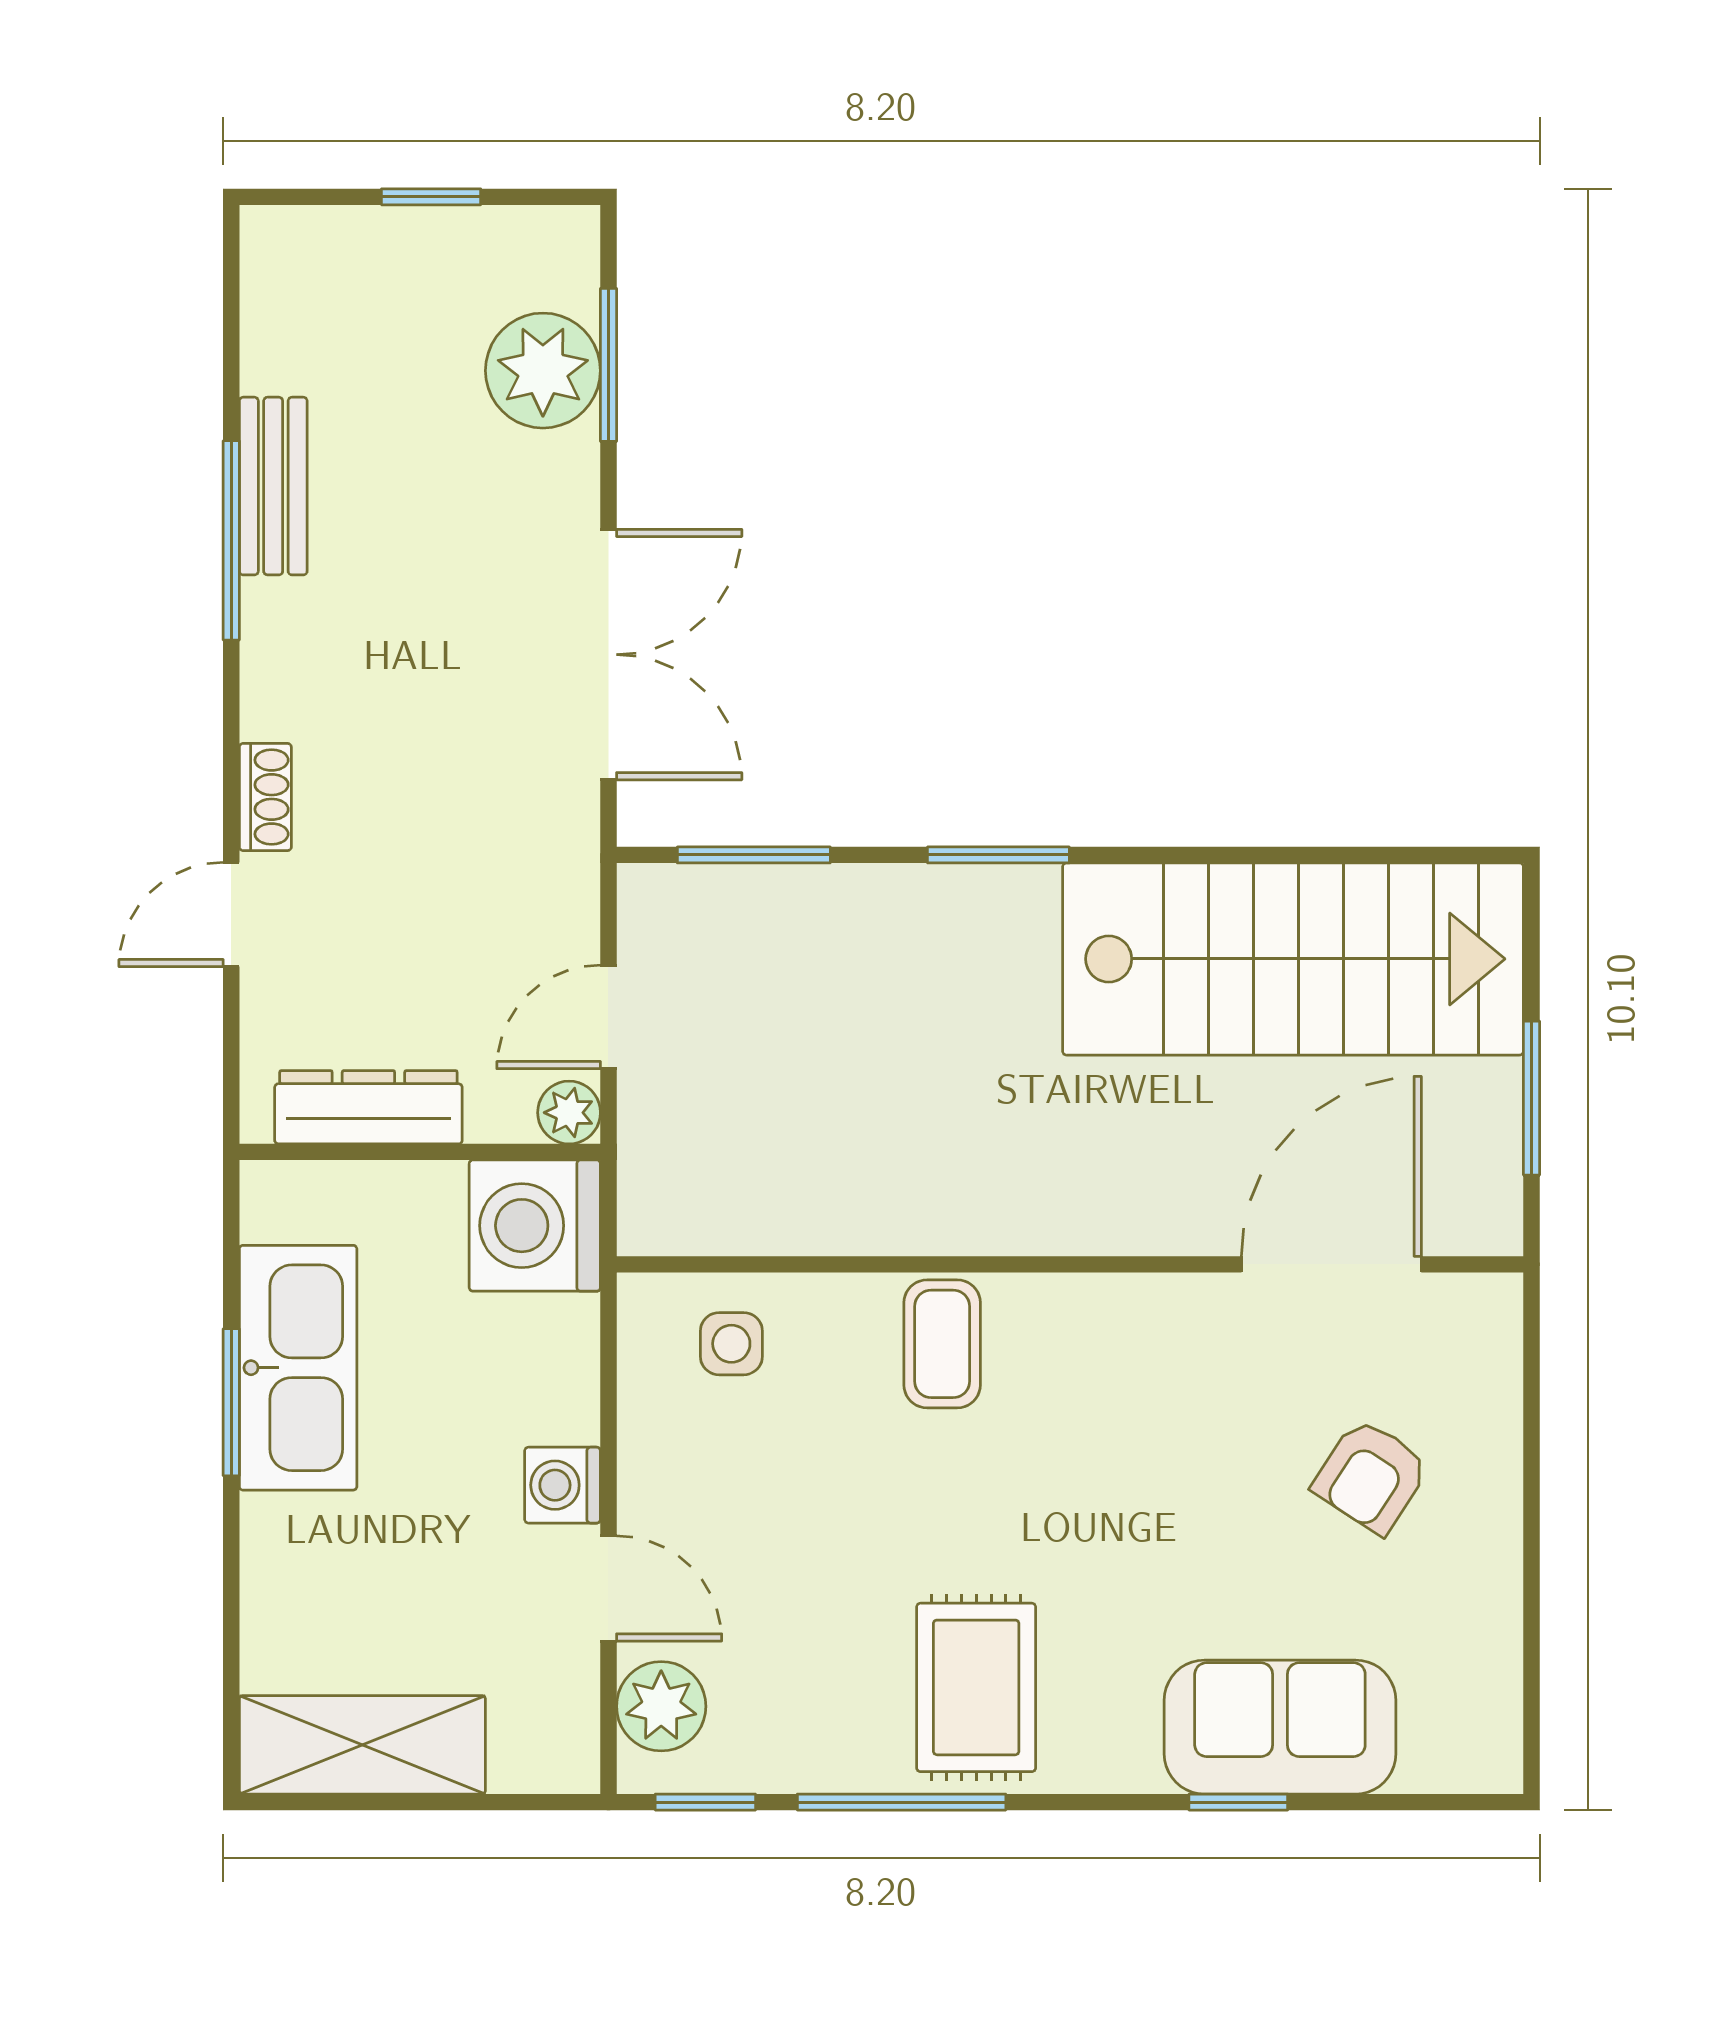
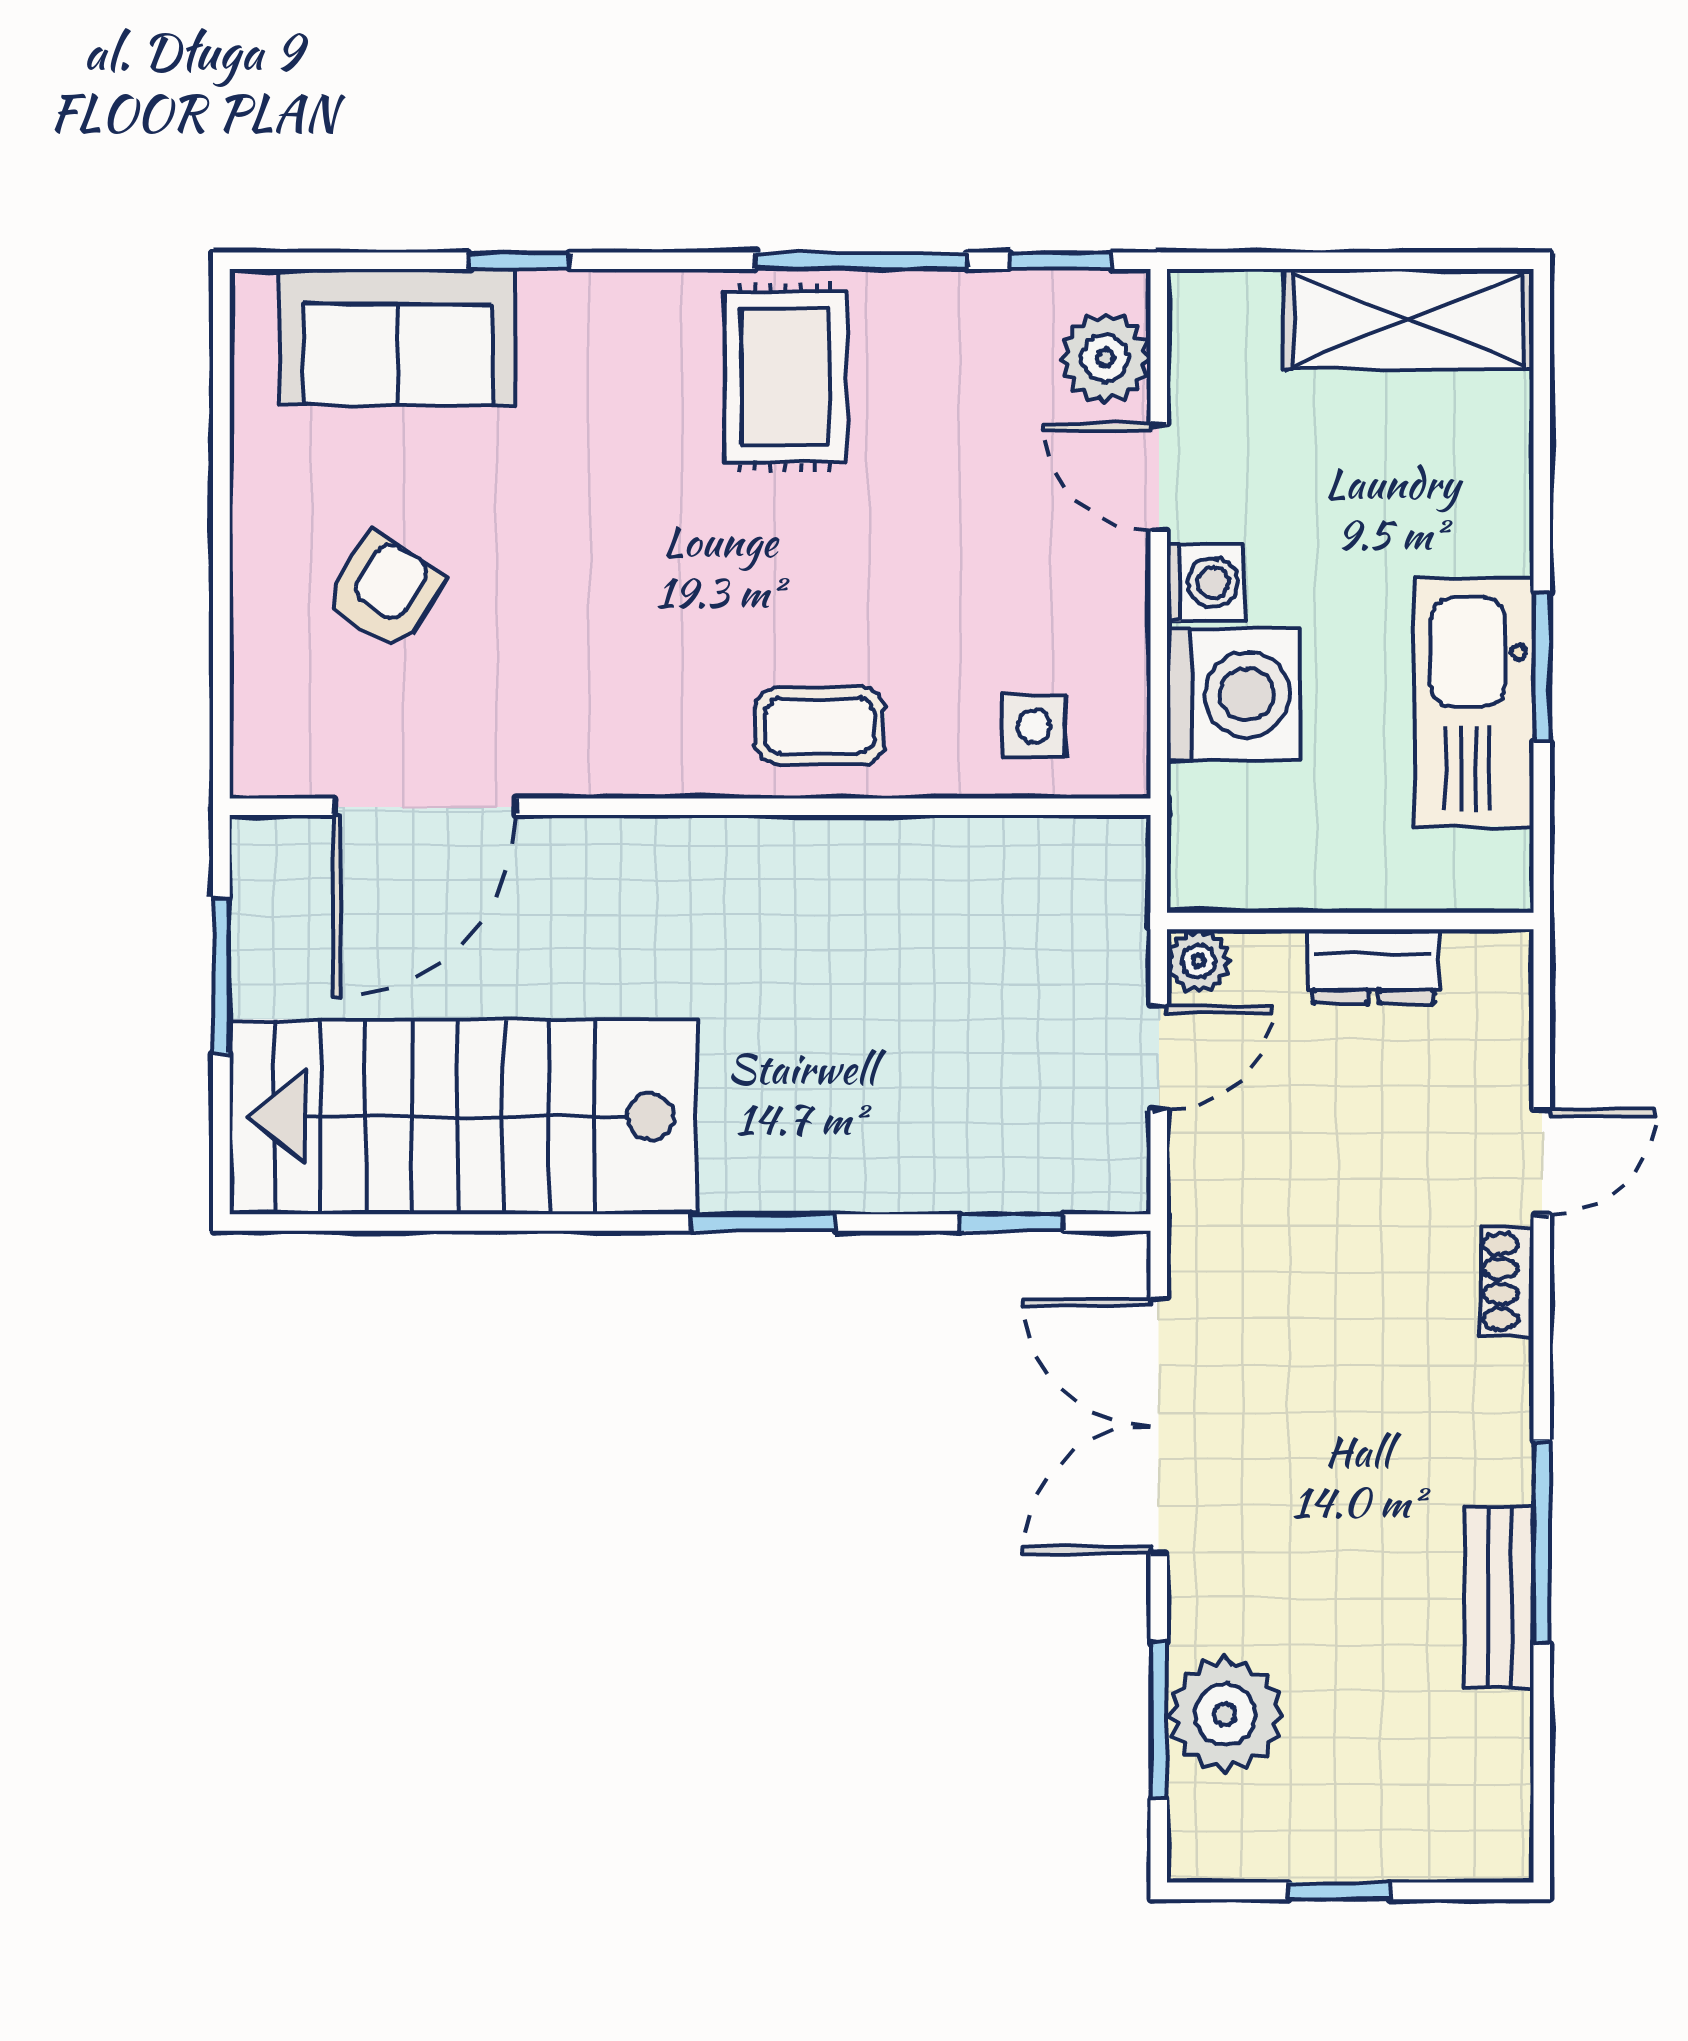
window: (754, 855) -> (1011, 1223), width x0.67
dresser: (368, 1107) -> (1373, 966), width x0.70
washing machine: (535, 1226) -> (1233, 694), moved
coffee table: (942, 1344) -> (820, 726), turned 90
sofa: (1280, 1727) -> (397, 337), moved

